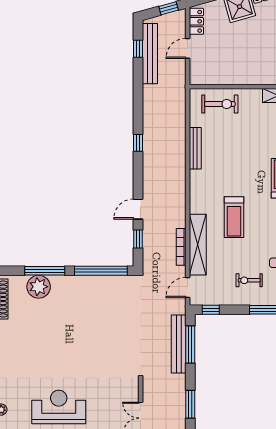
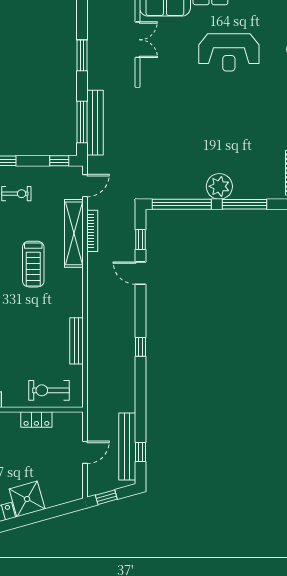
locker: (196, 21) -> (36, 419), moved, turned -90
door: (138, 209) -> (140, 273), swing flipped
treadmill: (234, 217) -> (33, 264), turned 180
plant: (39, 287) -> (219, 186), moved

